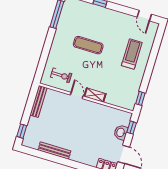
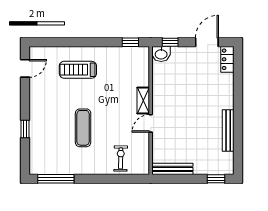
exercise bike: (61, 75) -> (121, 158), moved
washbasin: (121, 132) -> (161, 54), moved

